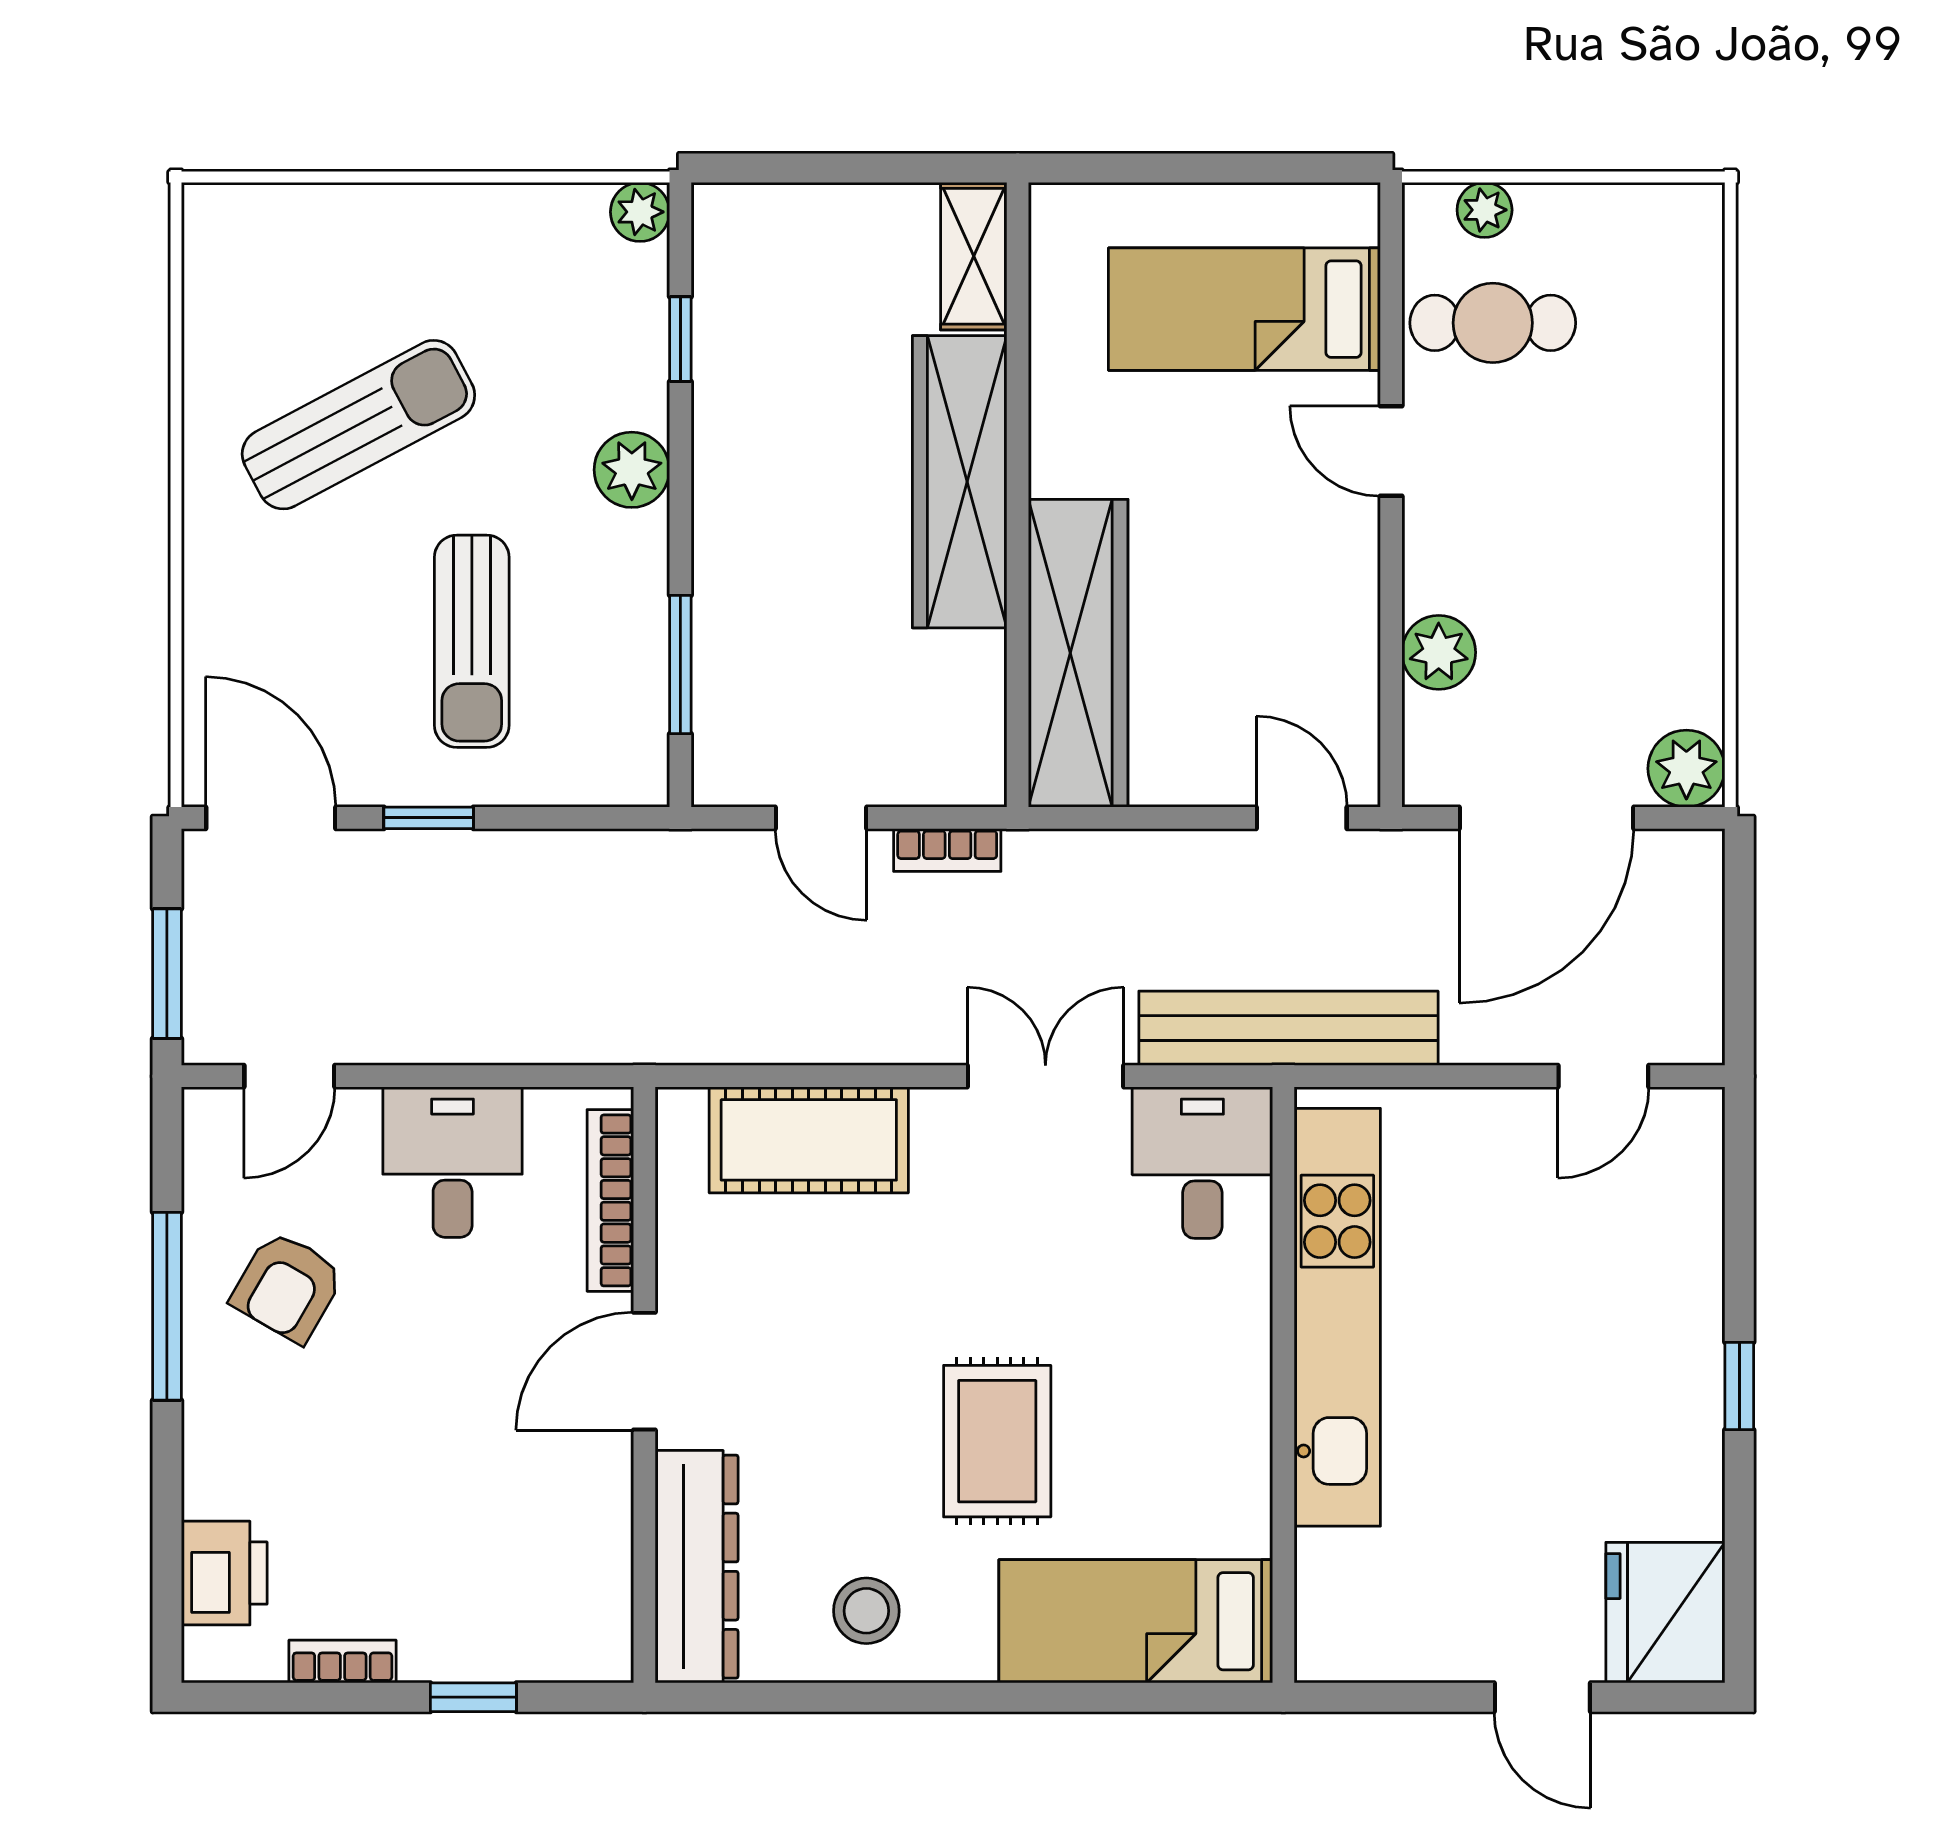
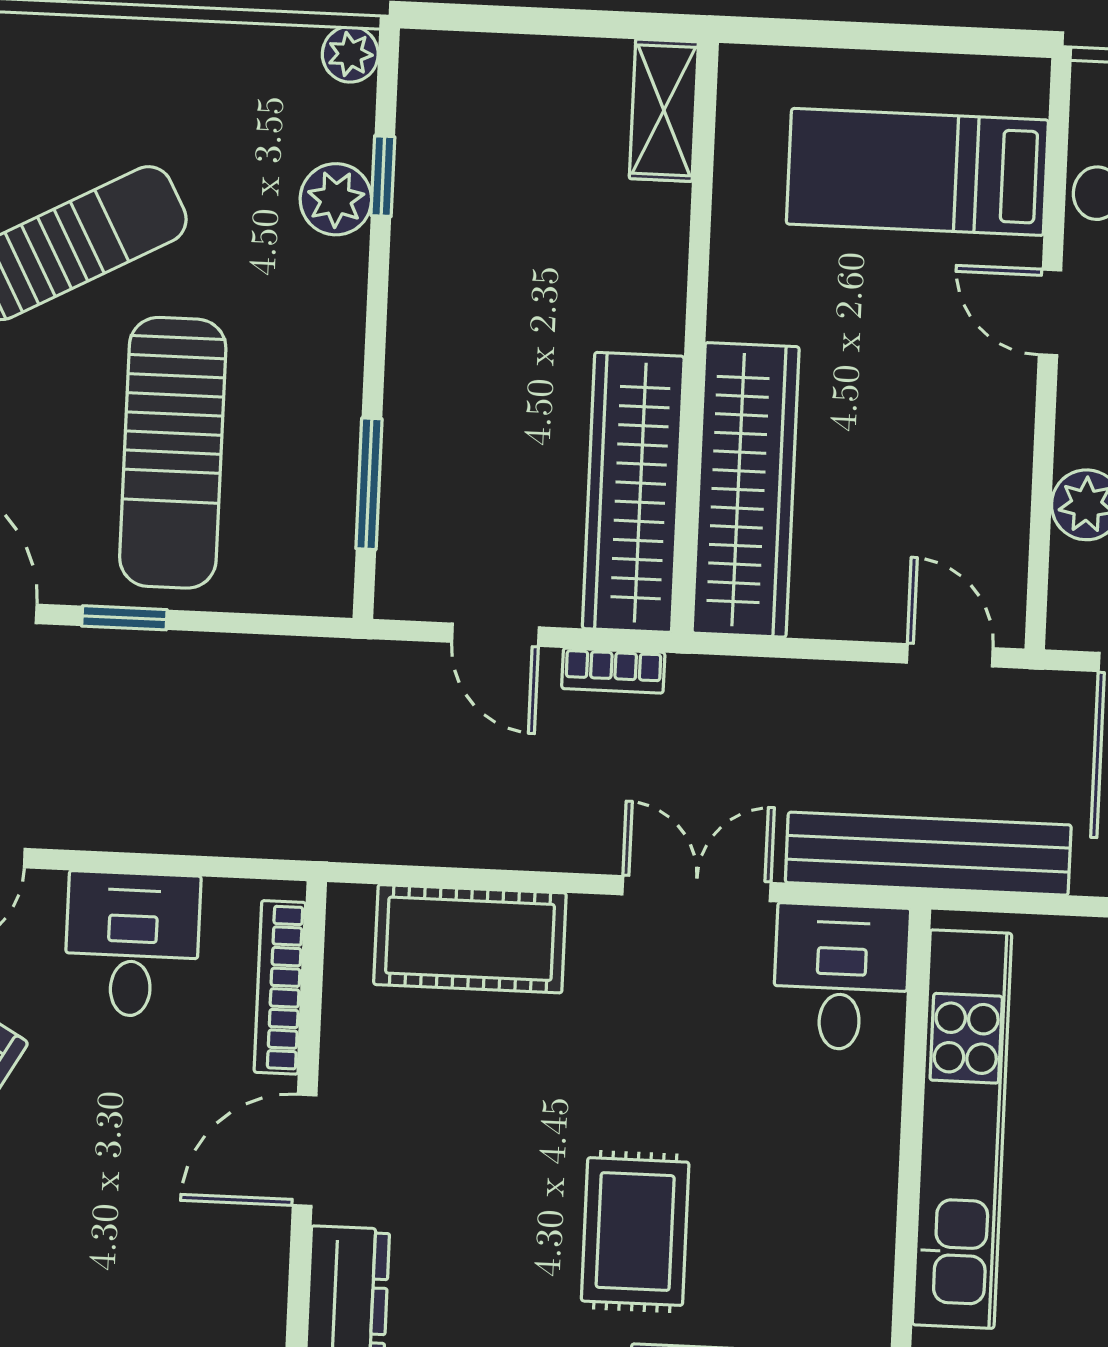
plant: (632, 470) -> (336, 199), moved
wardrobe: (960, 482) -> (633, 492), moved
sun lounger: (472, 641) -> (173, 453), width x1.36, depth x1.34

